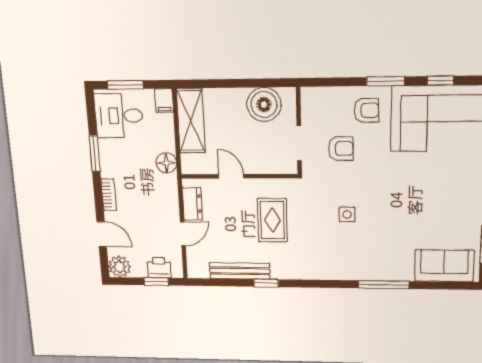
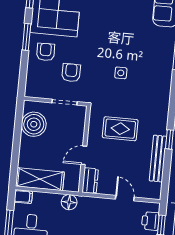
dresser: (192, 204) -> (90, 181), moved, turned 90

